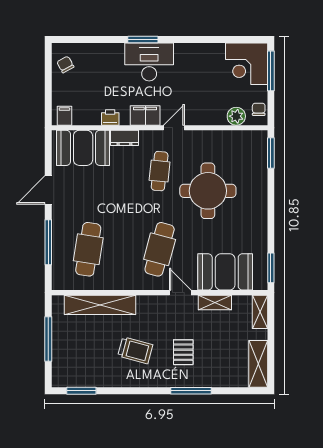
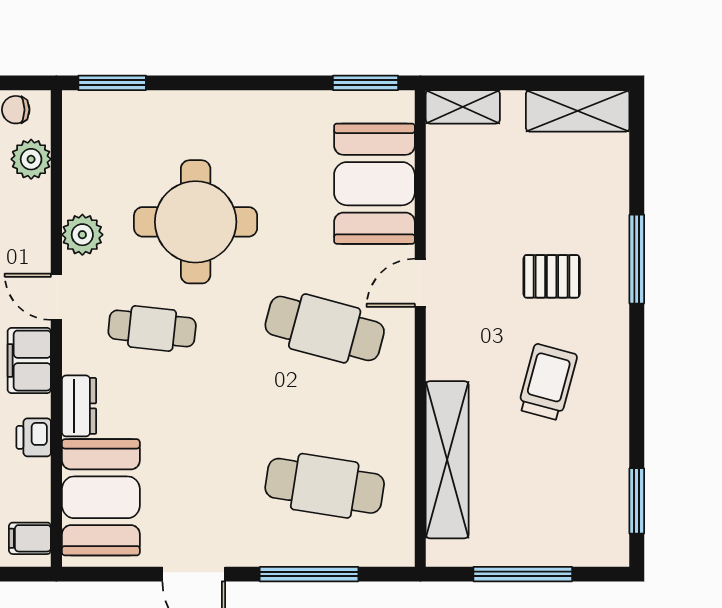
plant: (202, 139) -> (82, 235), added
shelving: (215, 303) -> (442, 206), removed

